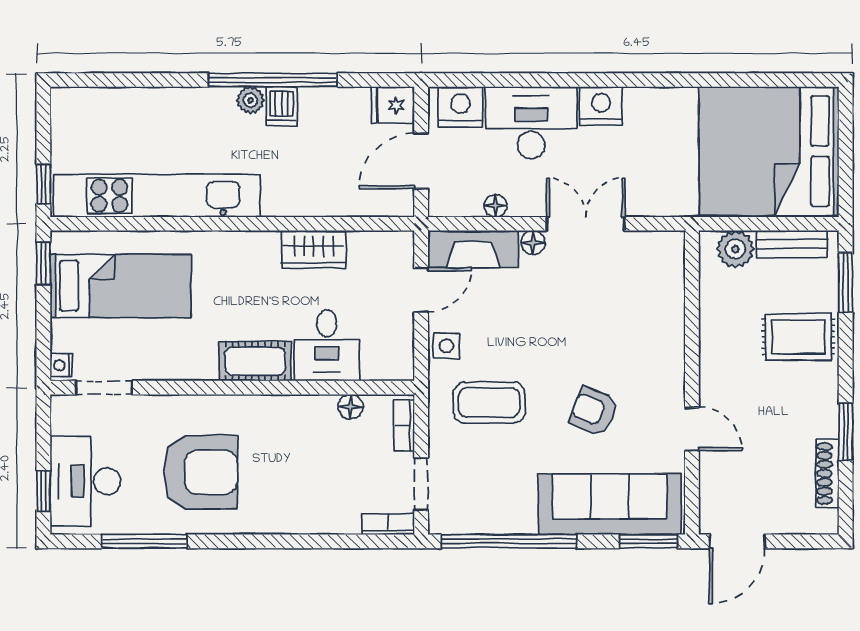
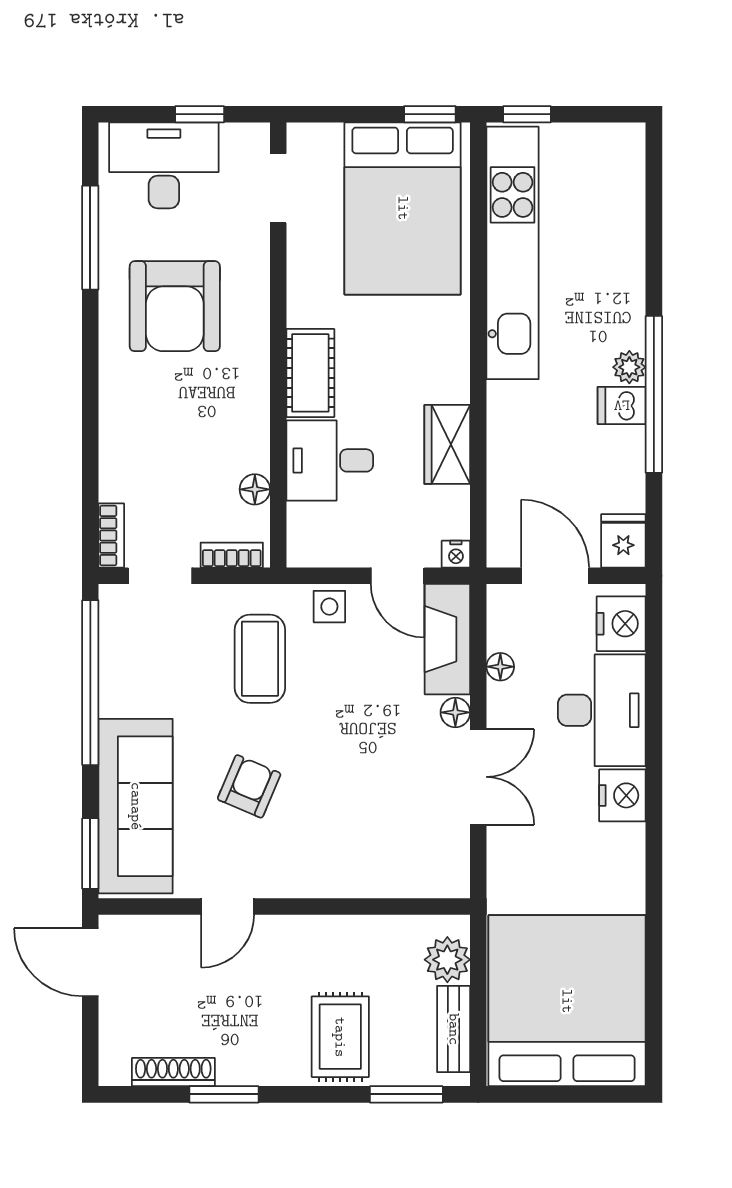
bed: (121, 286) -> (403, 208), width x1.50
nightstand: (61, 365) -> (456, 554), moved, turned 180
window: (43, 491) -> (200, 114), moved

